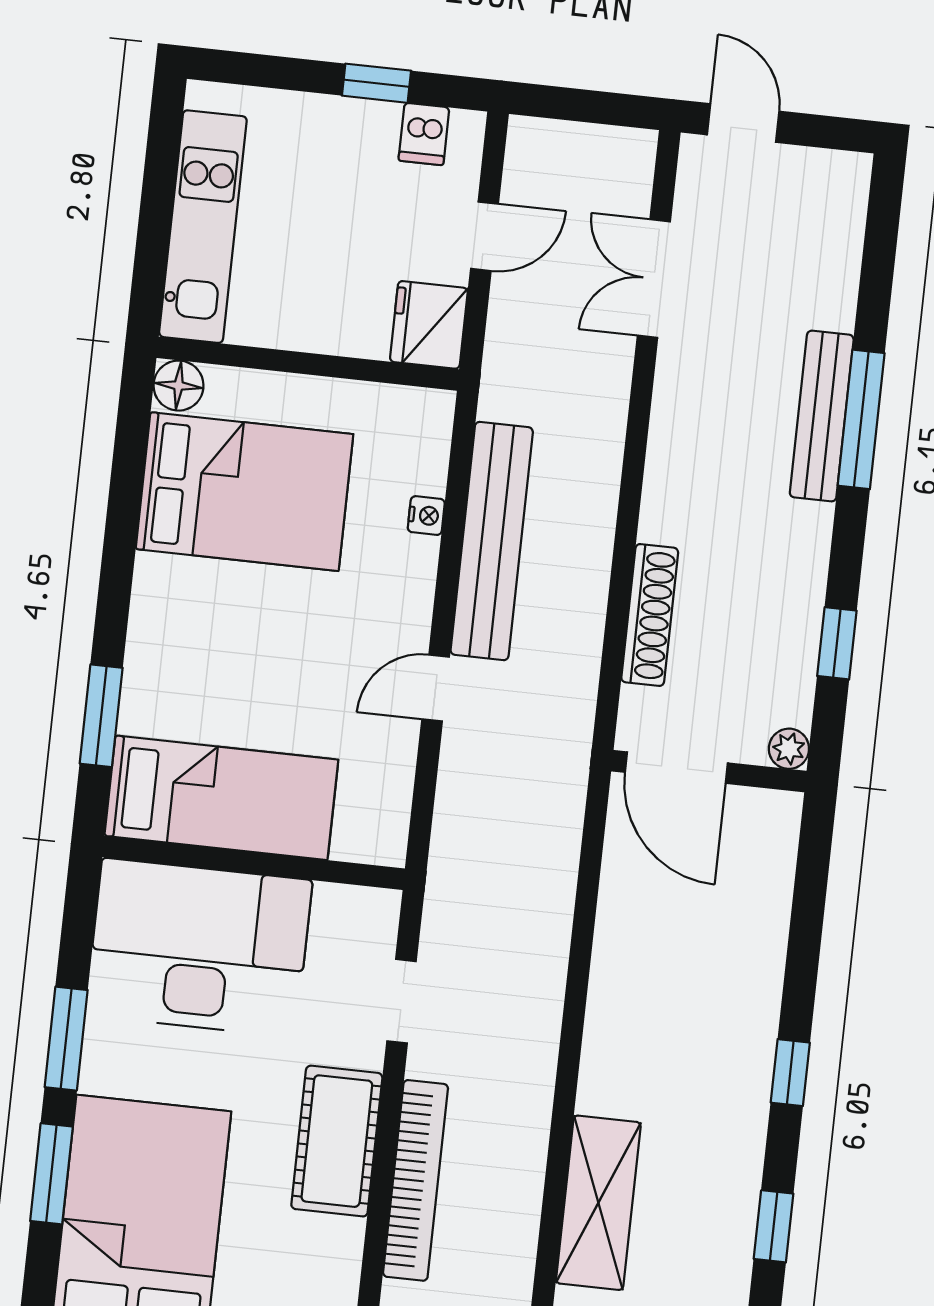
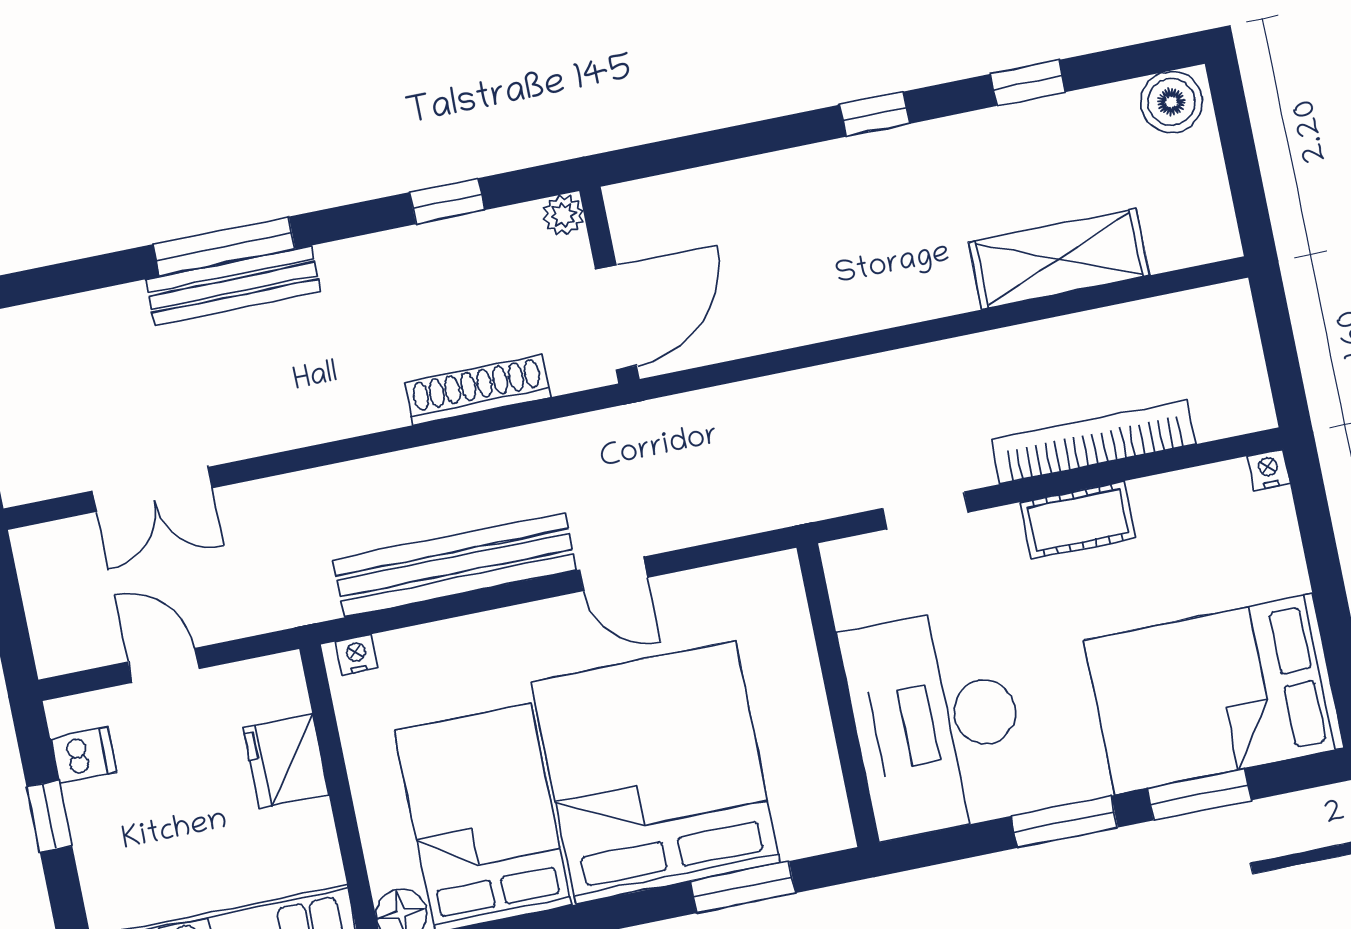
fridge: (429, 325) -> (286, 761), moved, turned 90
nightstand: (426, 516) -> (356, 655), moved
bed: (221, 798) -> (656, 772), moved, width x2.04
cot: (337, 1141) -> (1078, 520), width x0.73, depth x0.75

